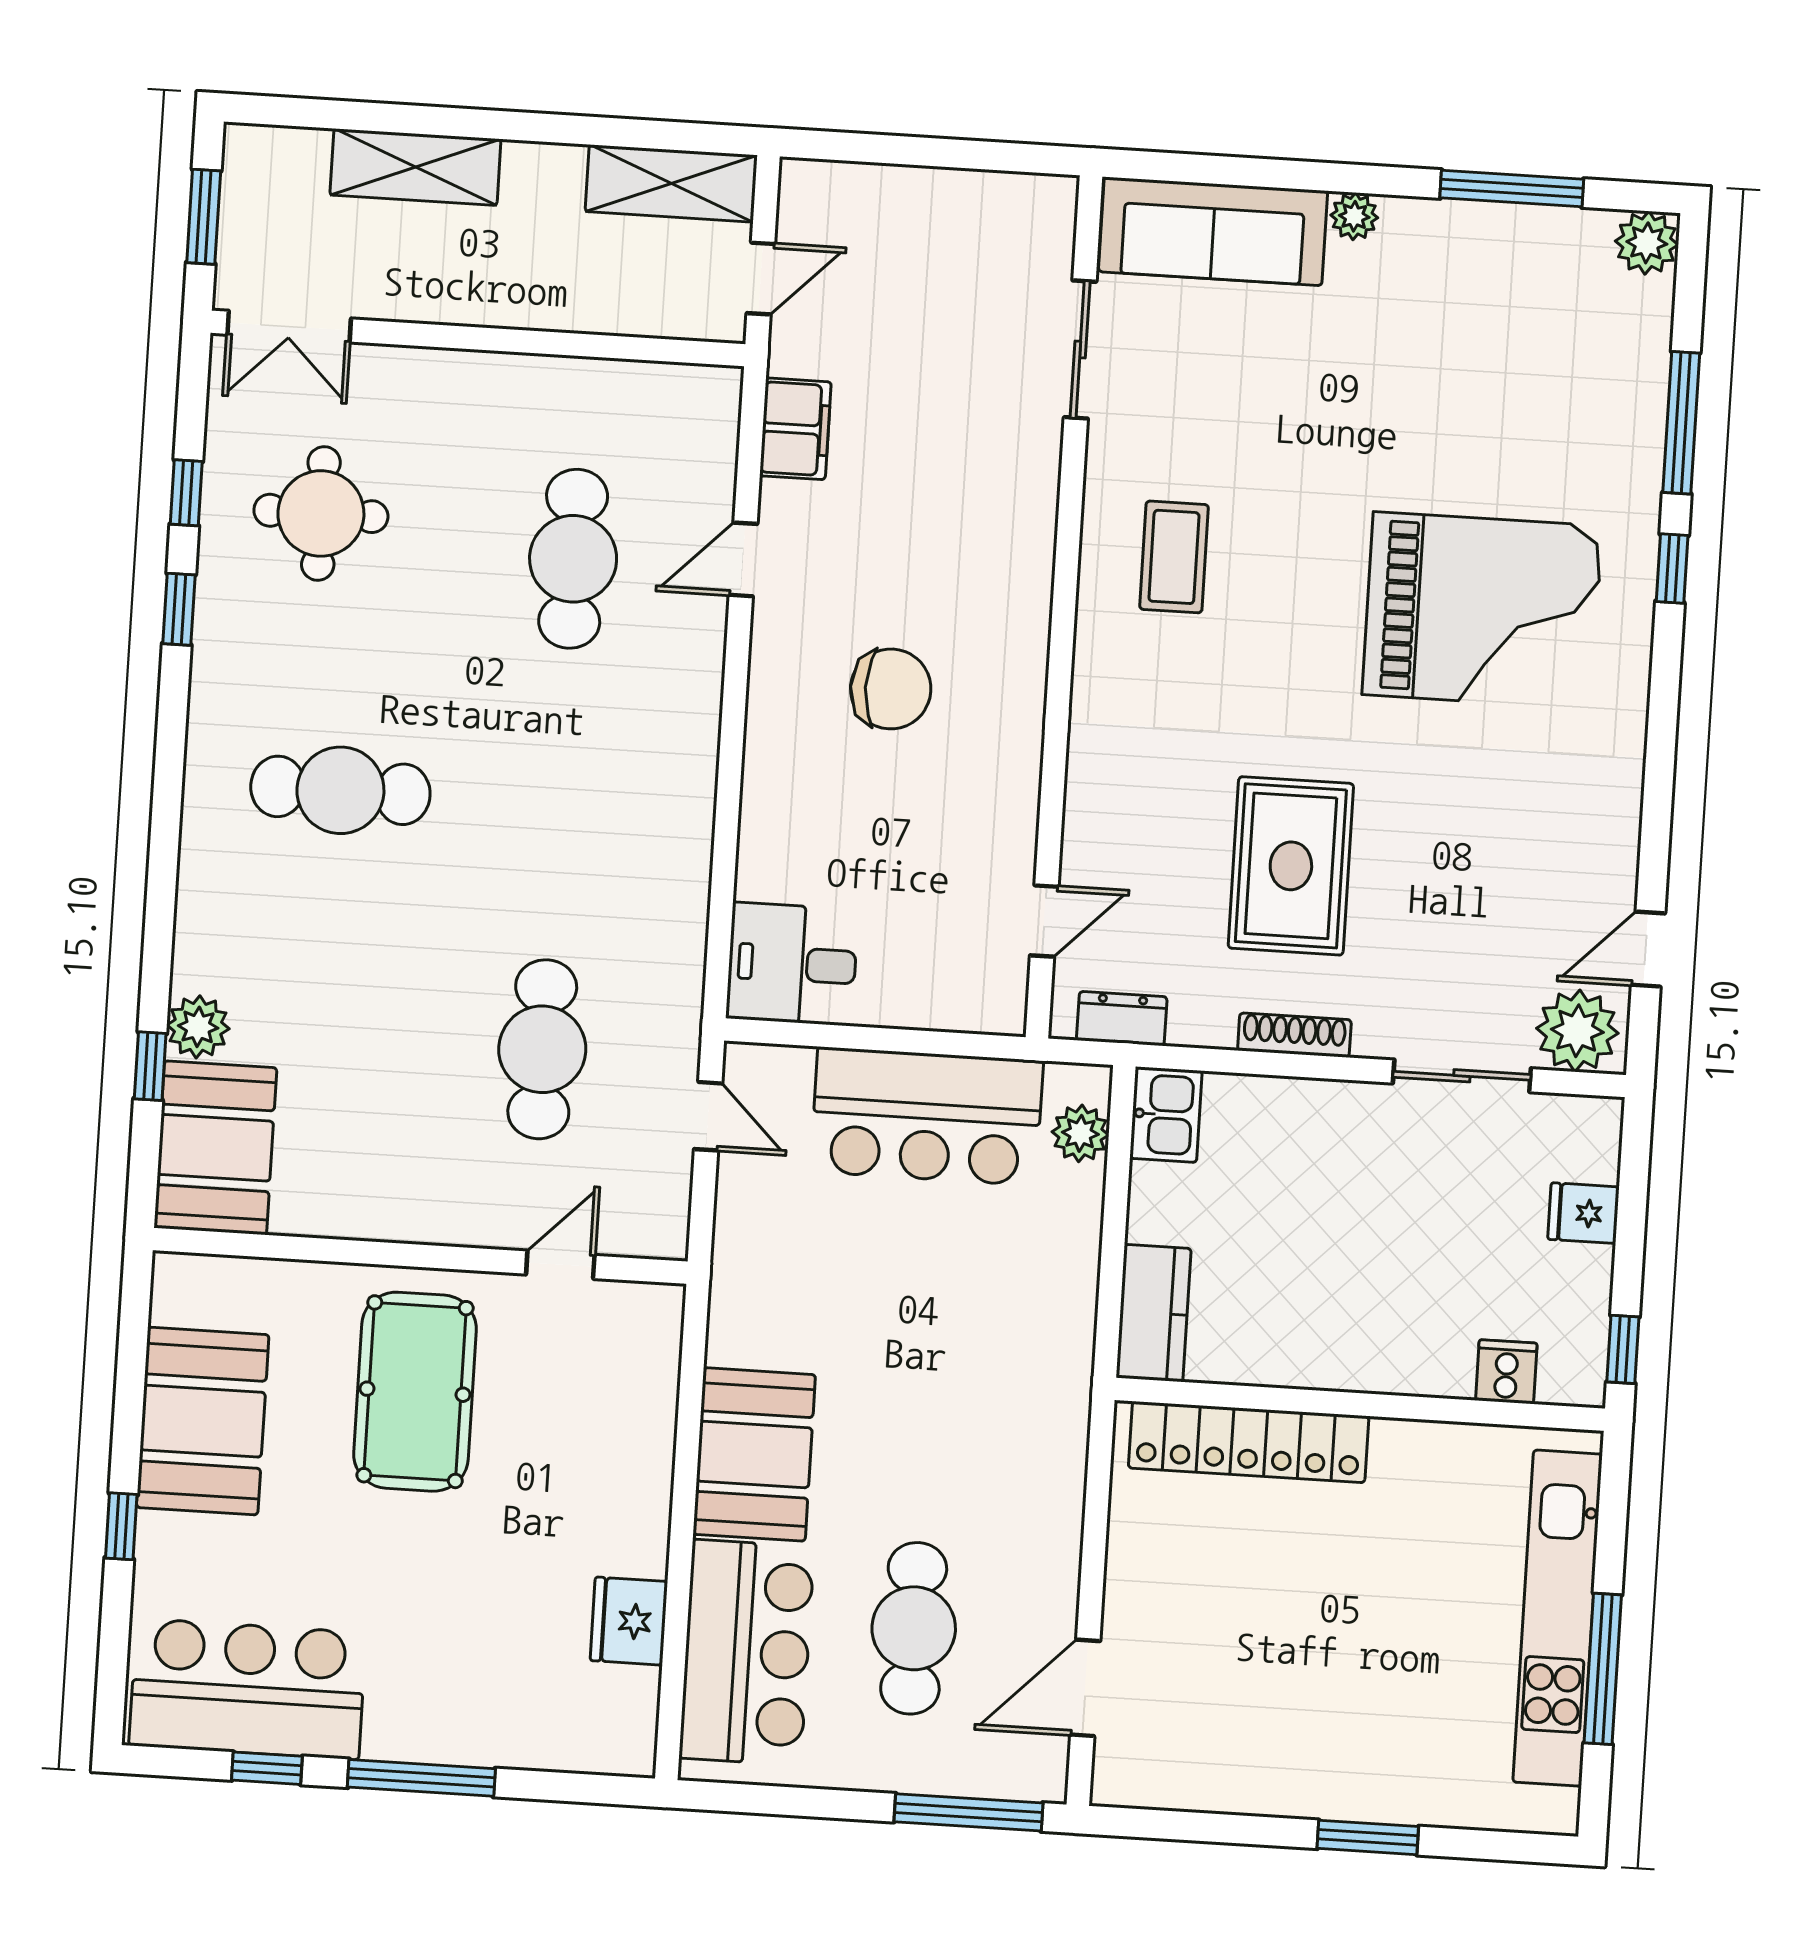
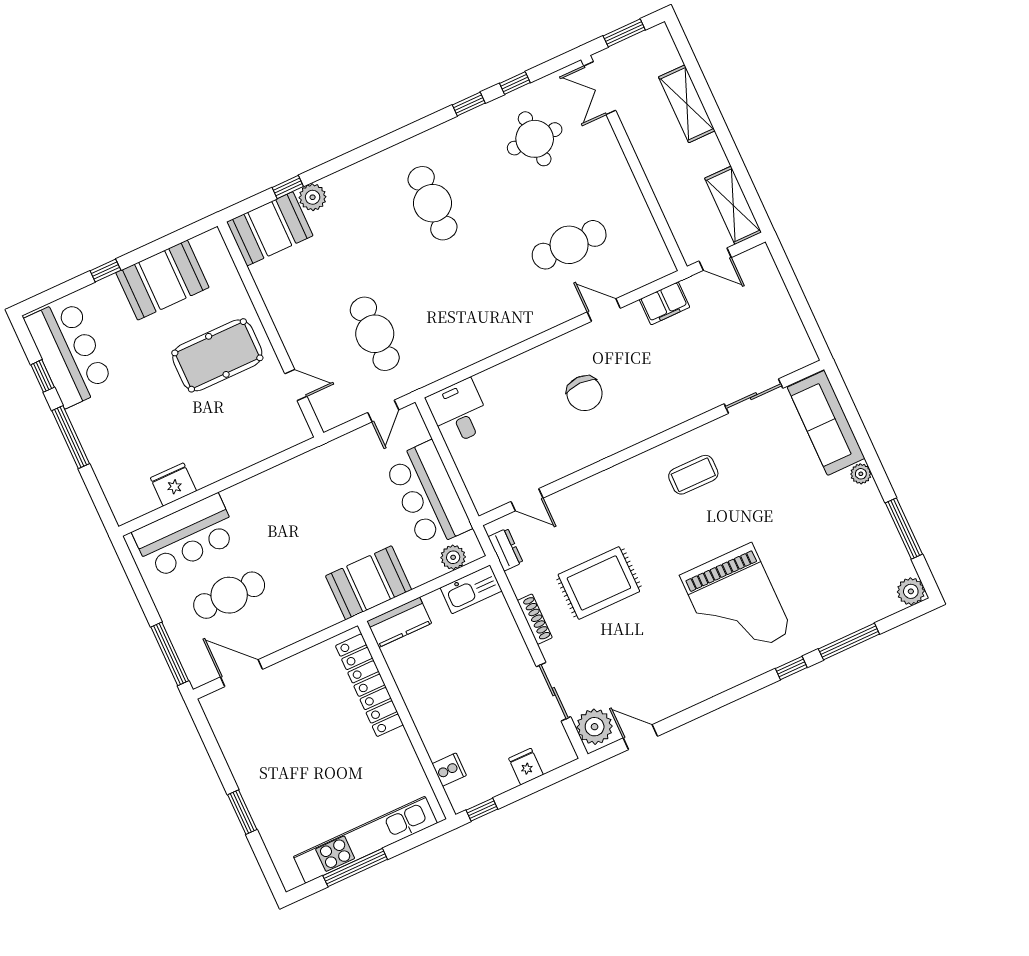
cafe table: (542, 1049) -> (375, 334), turned 90
kitchen sink: (1166, 1115) -> (471, 589), width x1.38
booth: (754, 1454) -> (369, 583), moved

